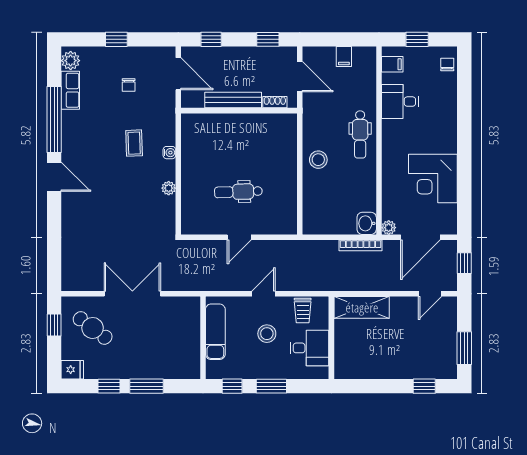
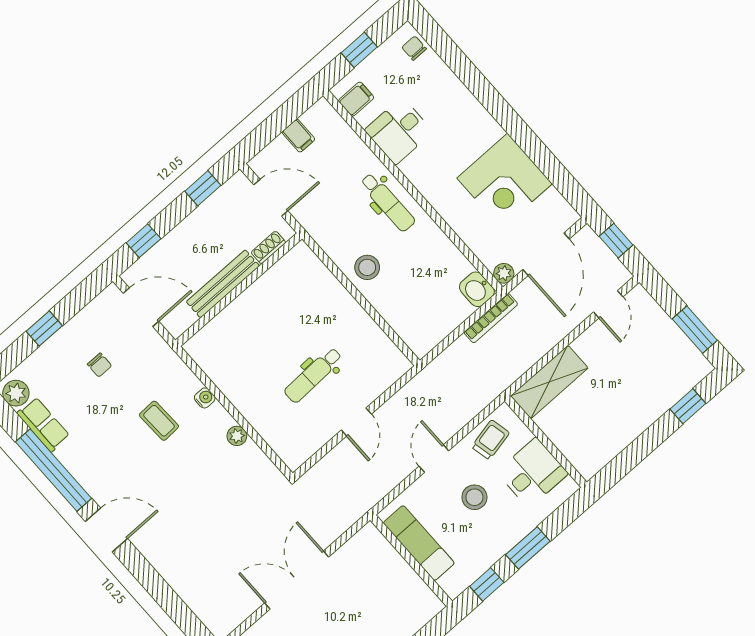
trolley: (303, 310) -> (490, 440), turned -102

